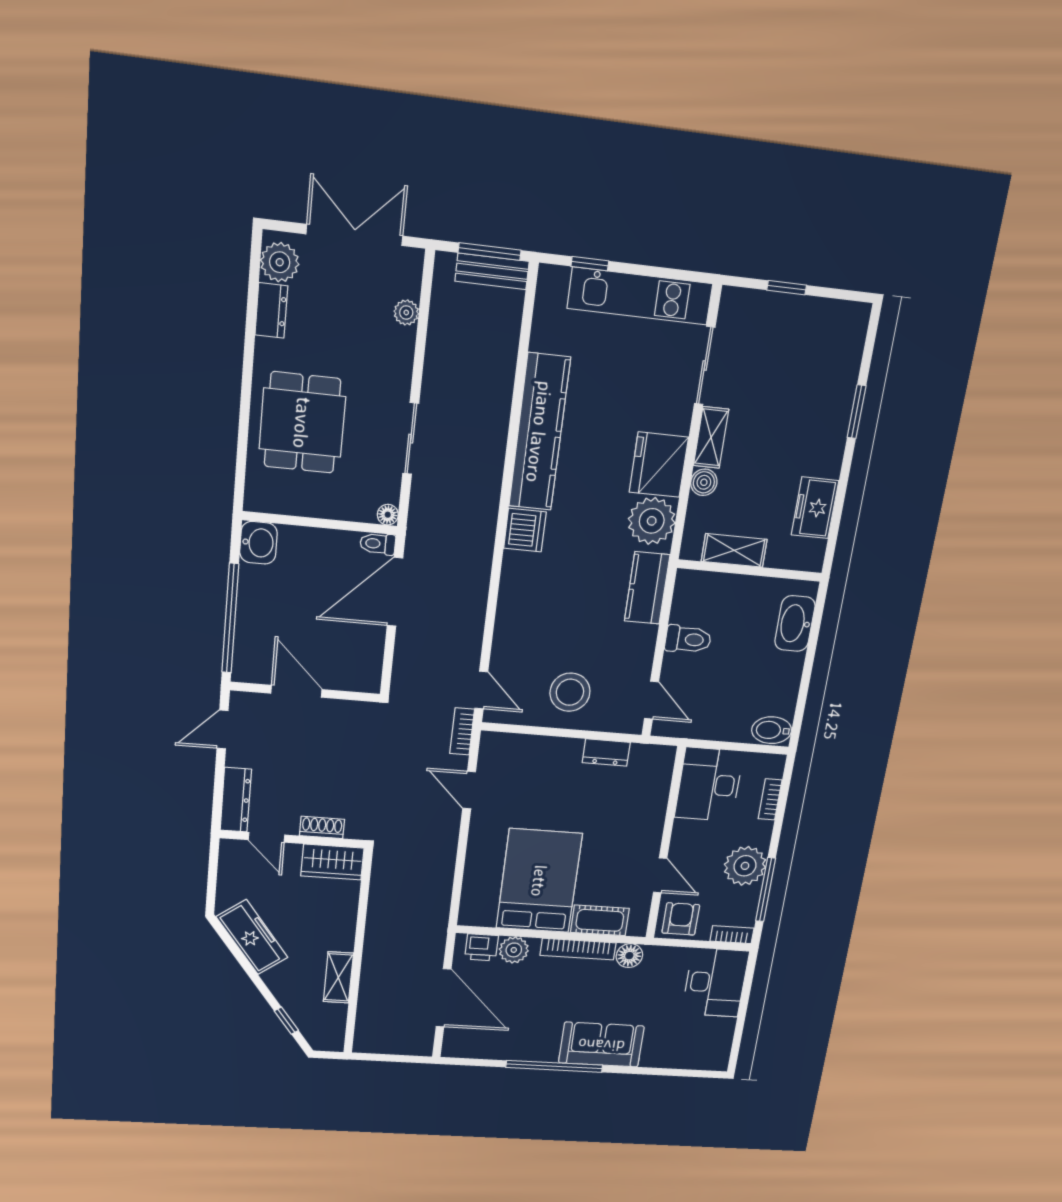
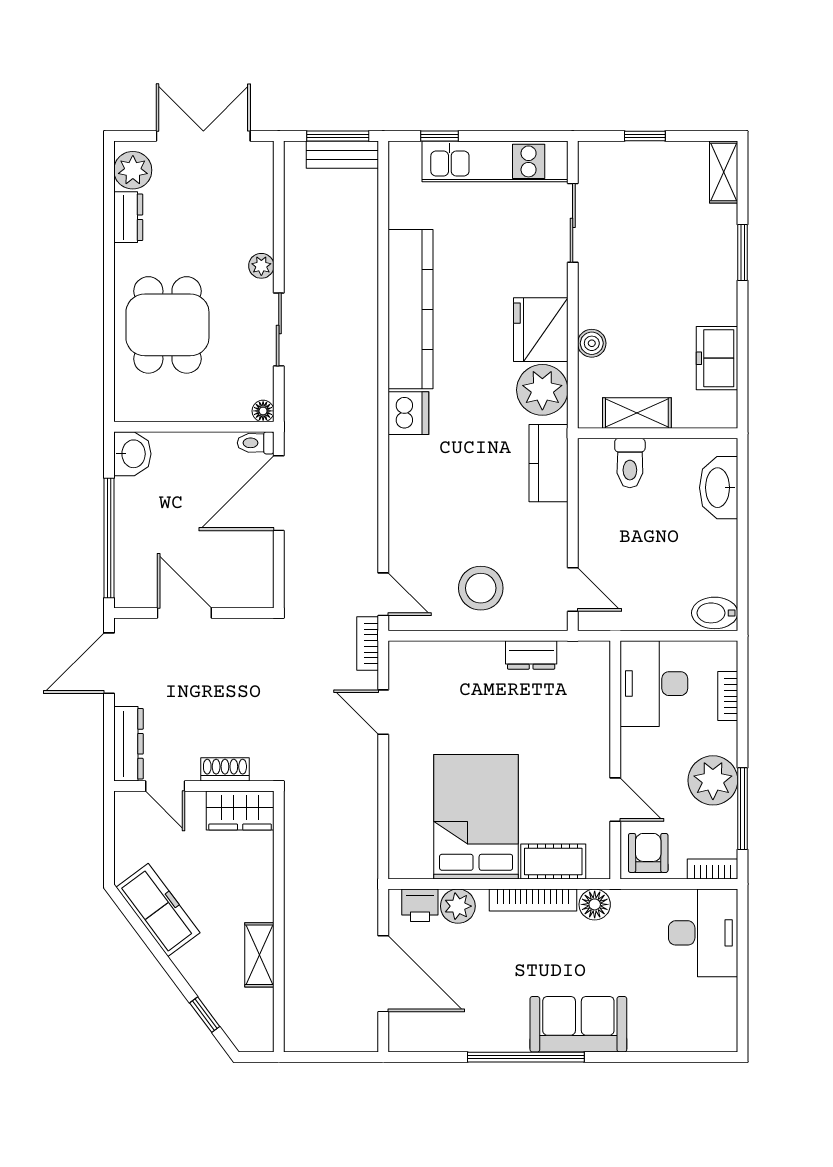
plant: (406, 313) -> (261, 266), moved
shelving: (711, 437) -> (724, 172), moved
toilet: (688, 639) -> (630, 463), moved, turned 90
door: (223, 730) -> (109, 663), width x1.38

